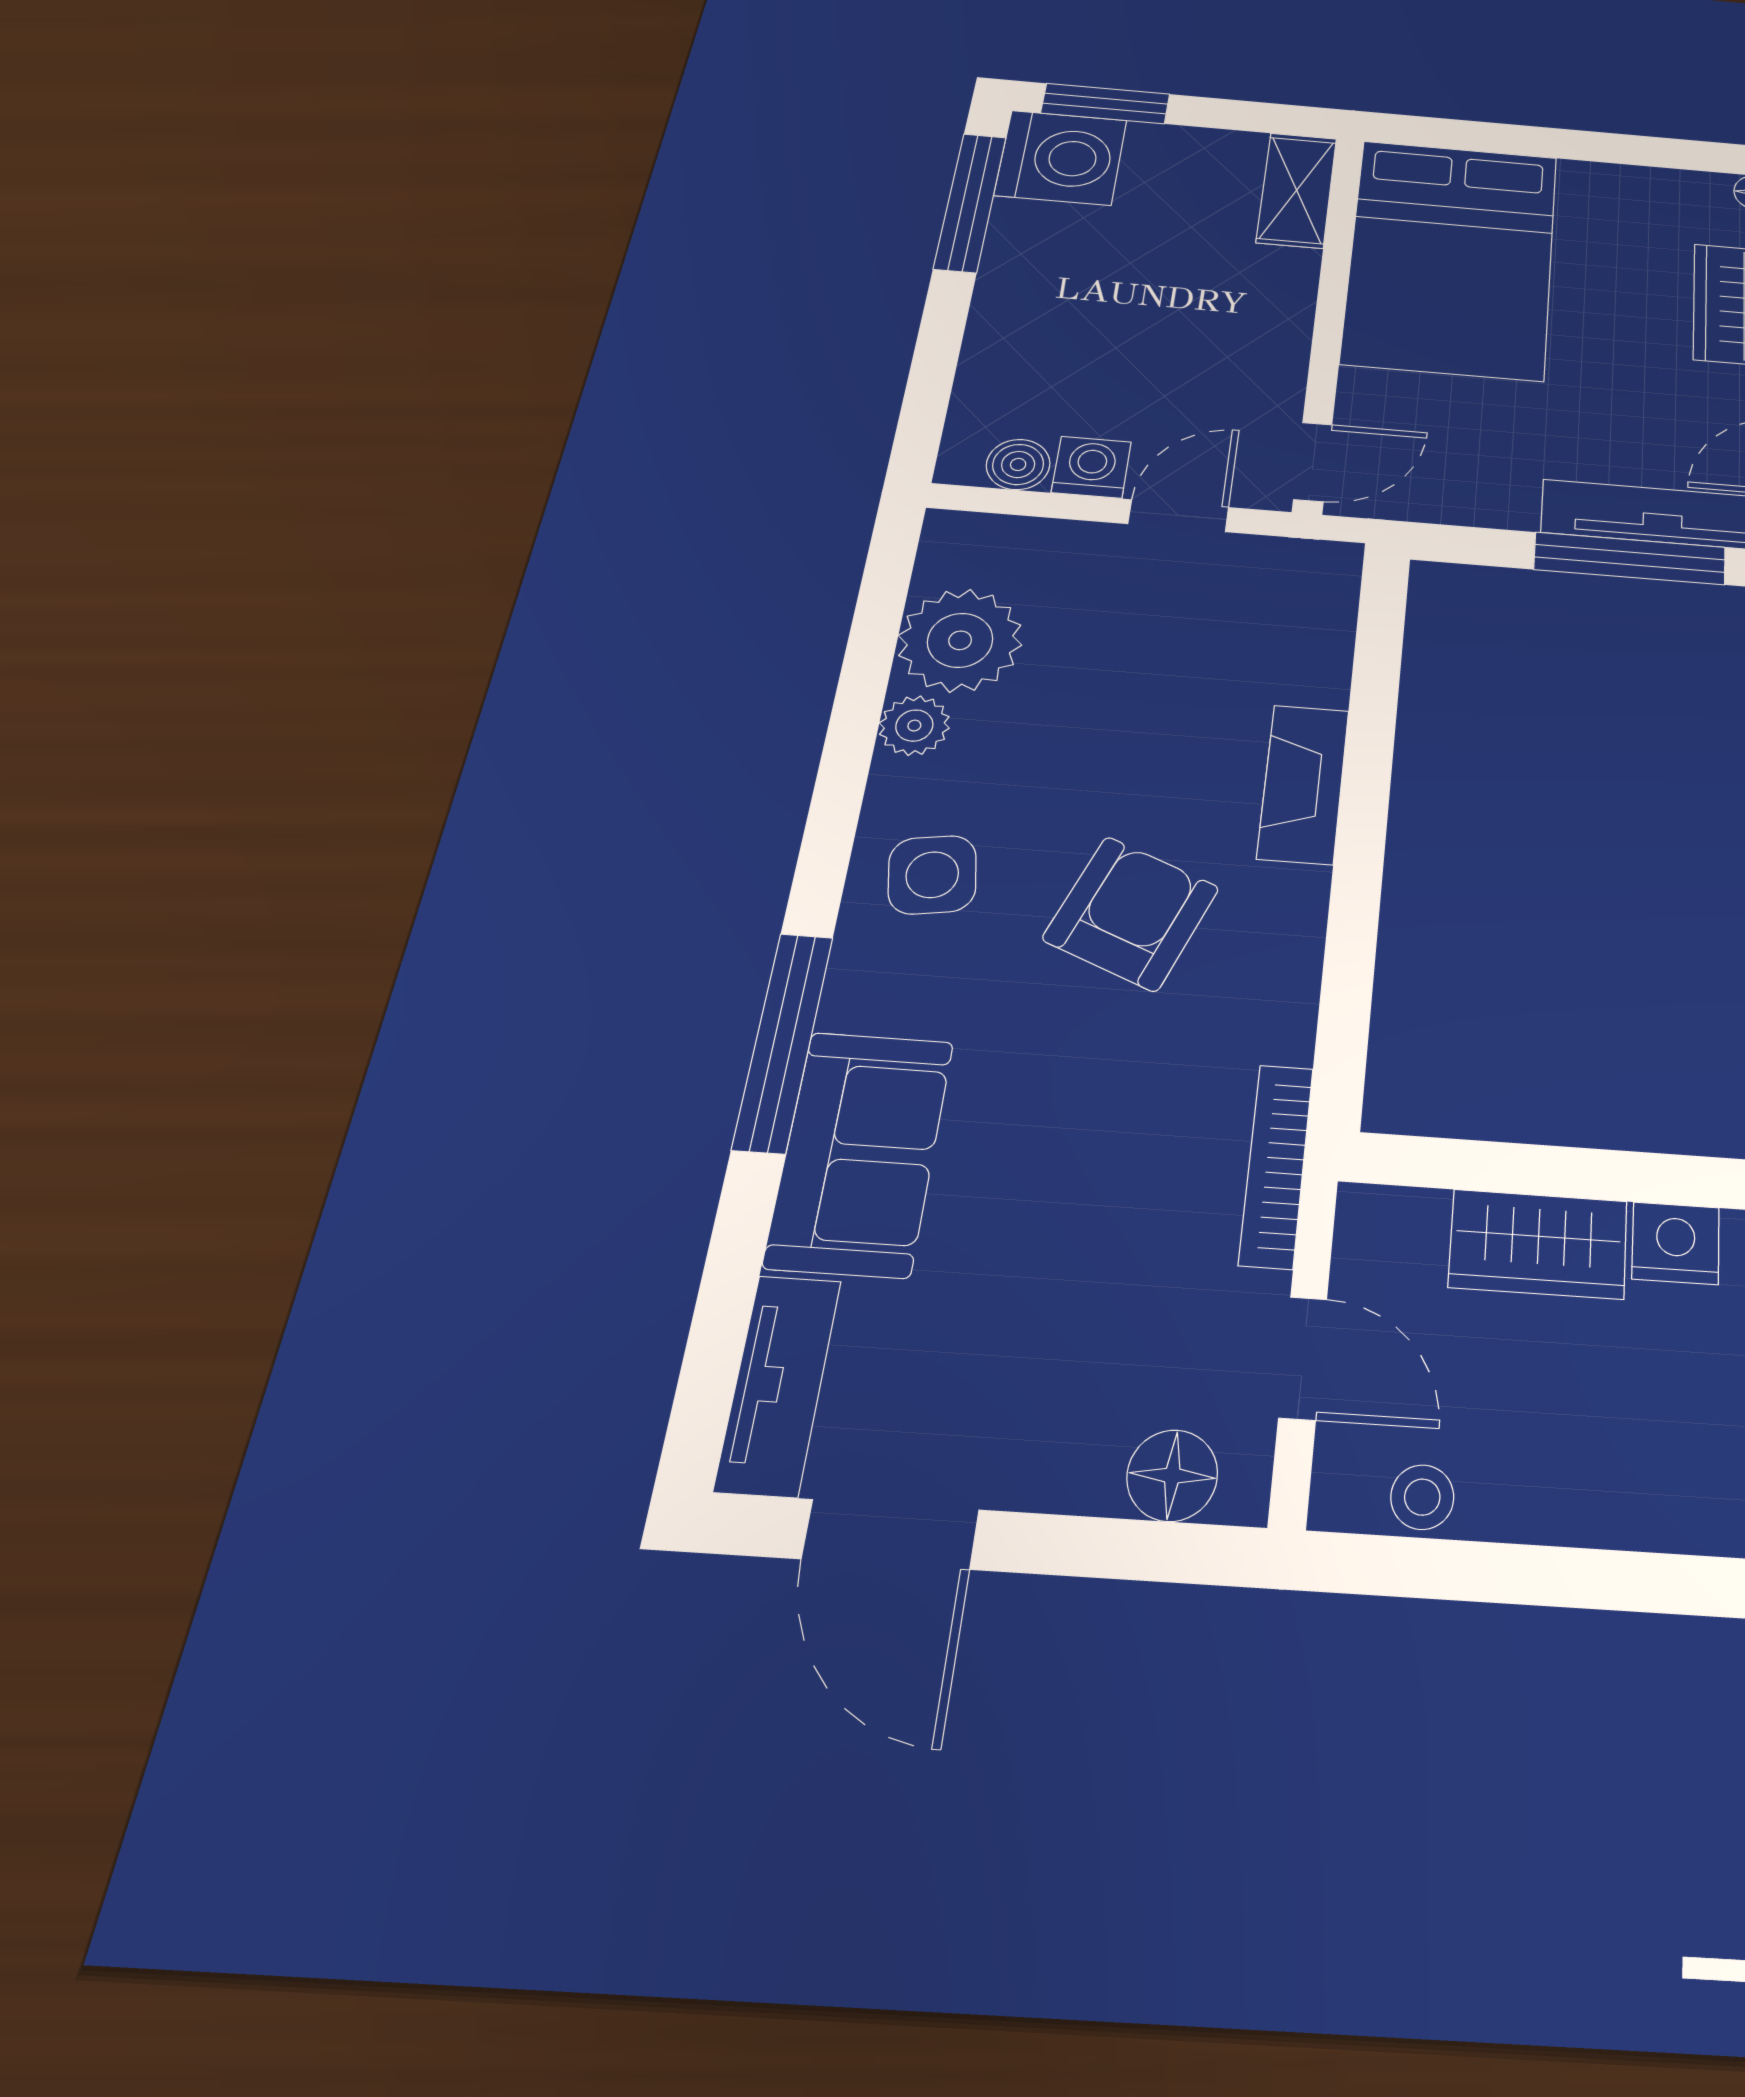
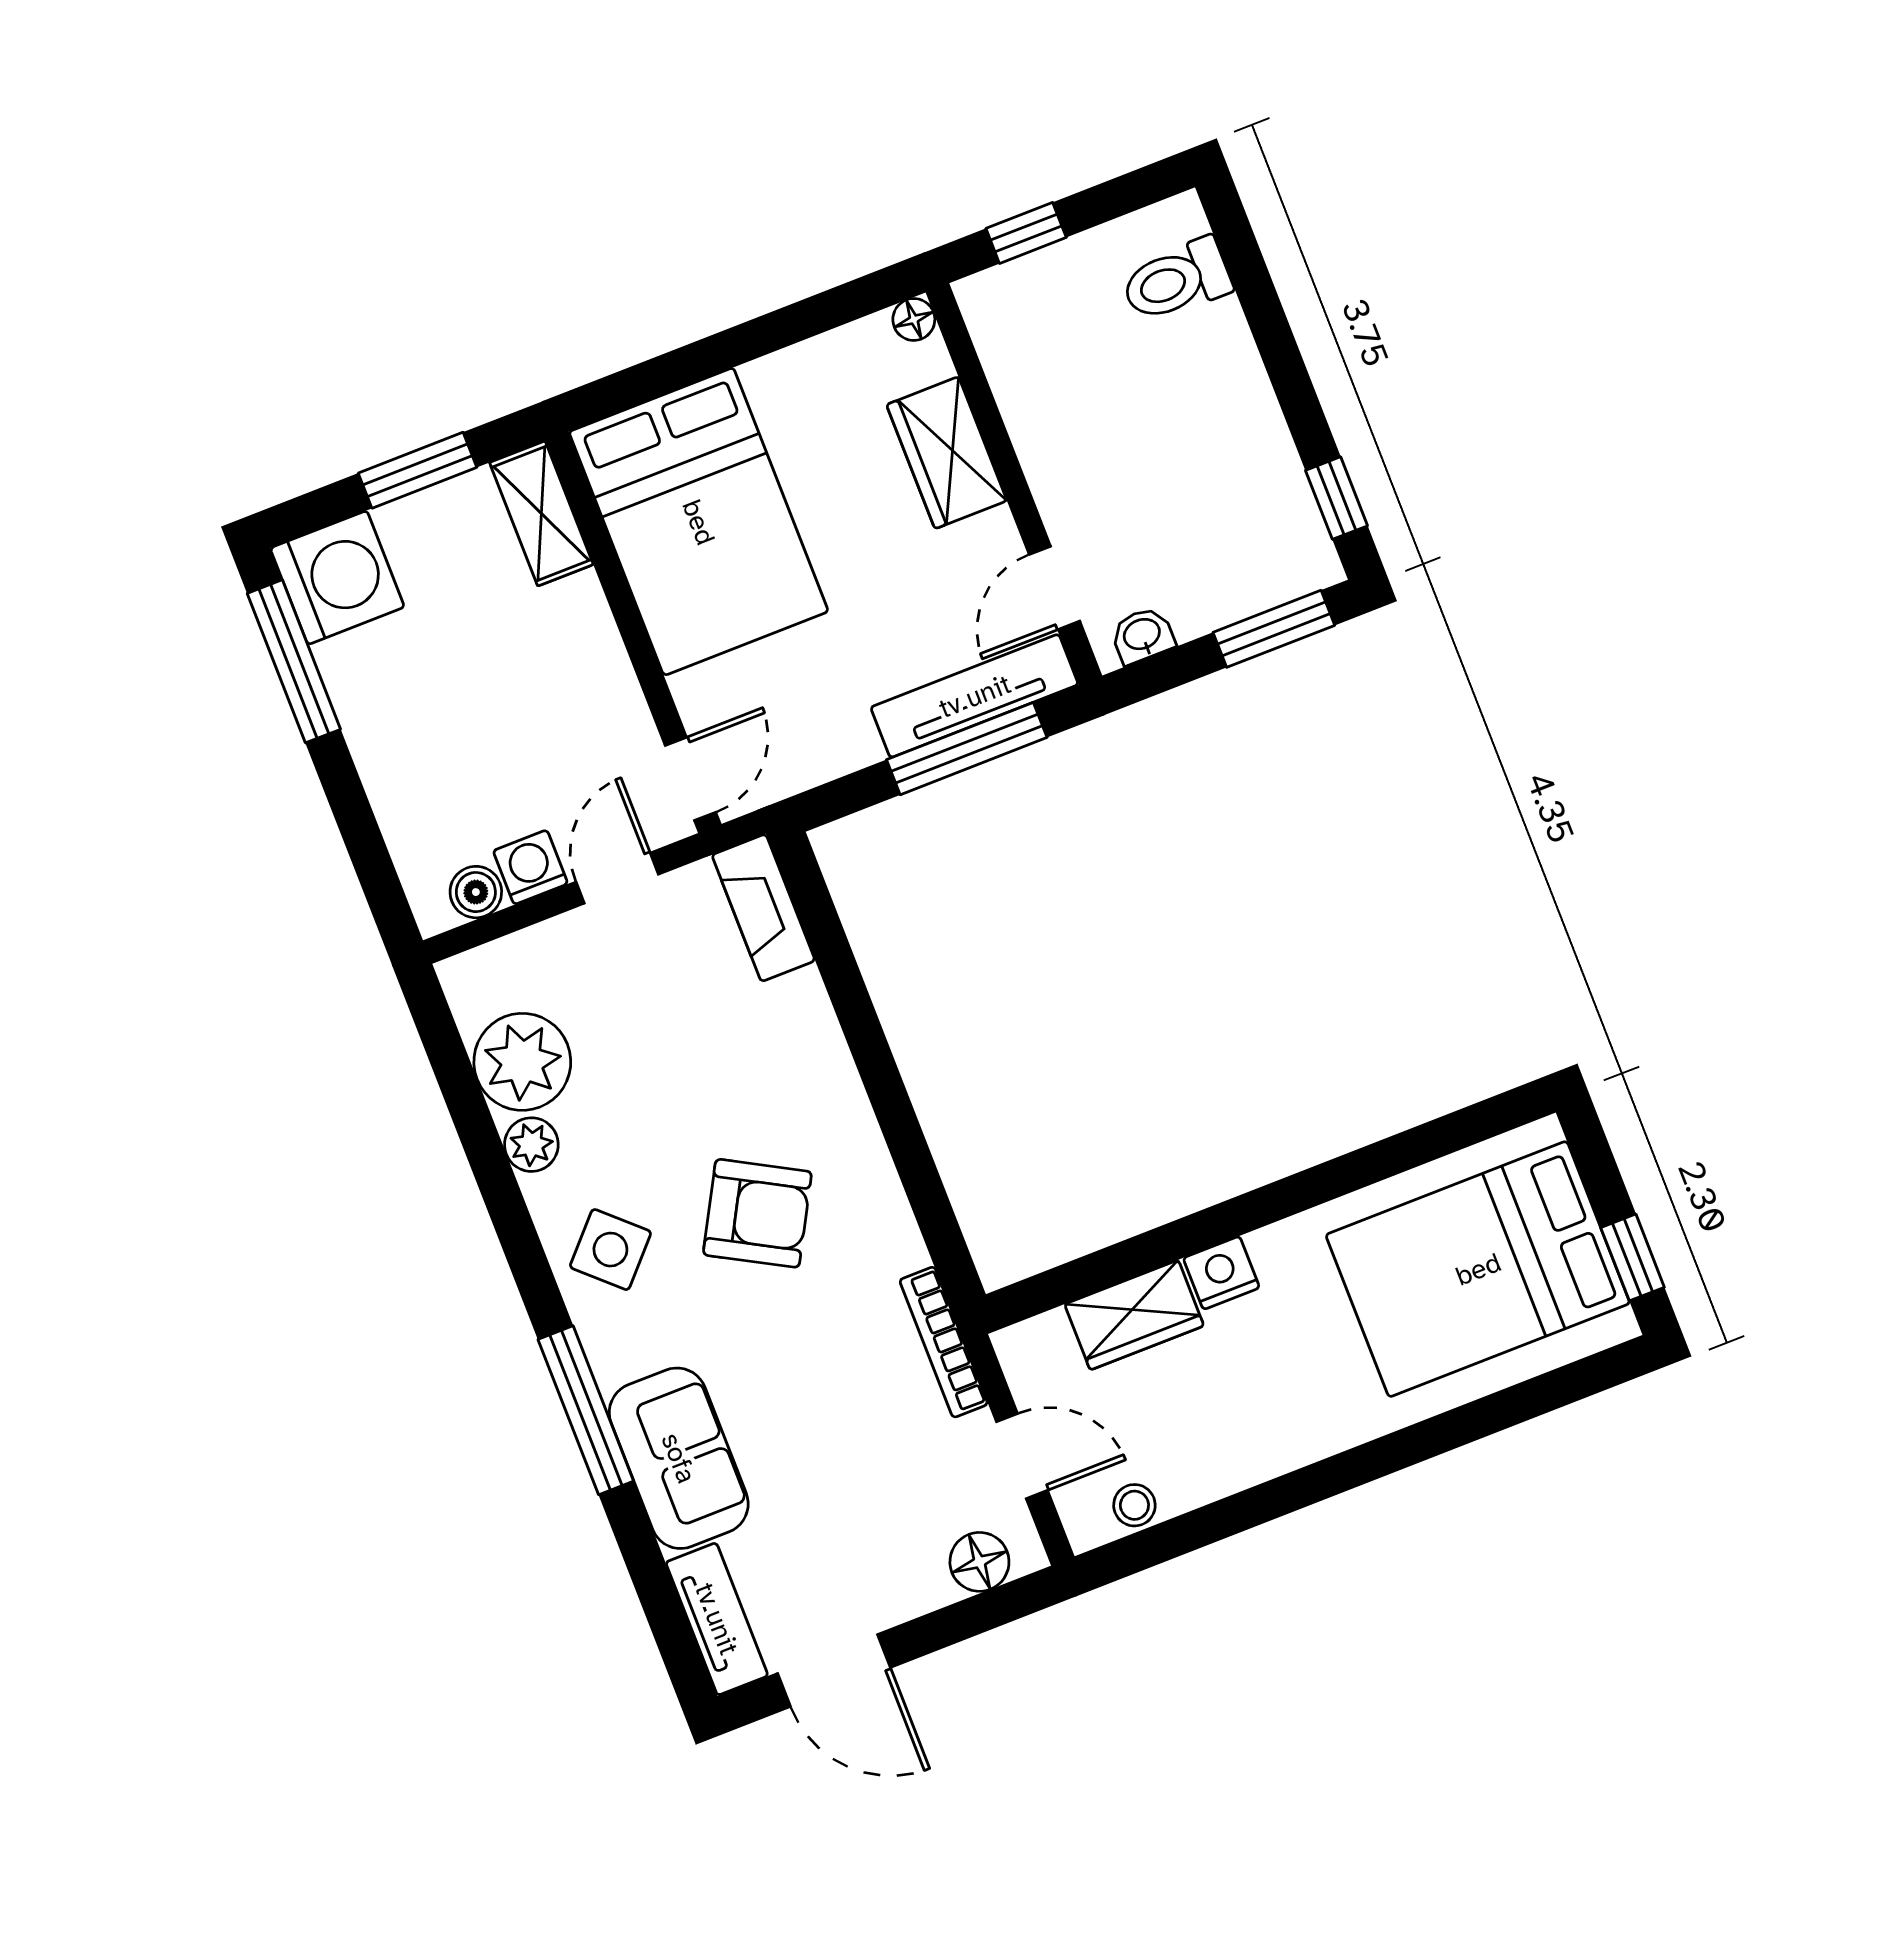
window: (1105, 104) -> (418, 470), moved
fireplace: (1303, 784) -> (763, 908), moved
side table: (932, 875) -> (610, 1250), turned -38
armchair: (1131, 913) -> (757, 1213), turned 97

